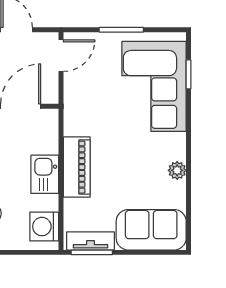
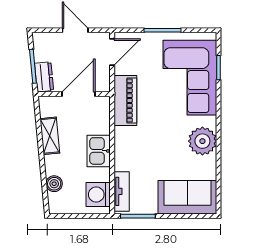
piano: (77, 167) -> (125, 100), moved
plant: (177, 170) -> (202, 141), width x1.88, depth x1.88
tv unit: (90, 241) -> (122, 191), moved, turned 90

